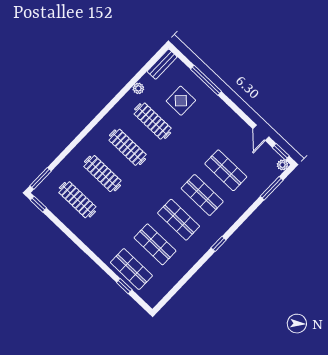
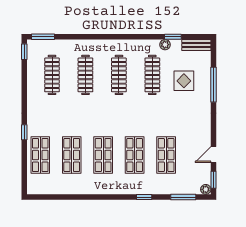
window: (138, 76) -> (173, 37), added
window: (219, 244) -> (144, 197), moved
window: (124, 286) -> (24, 132), moved

